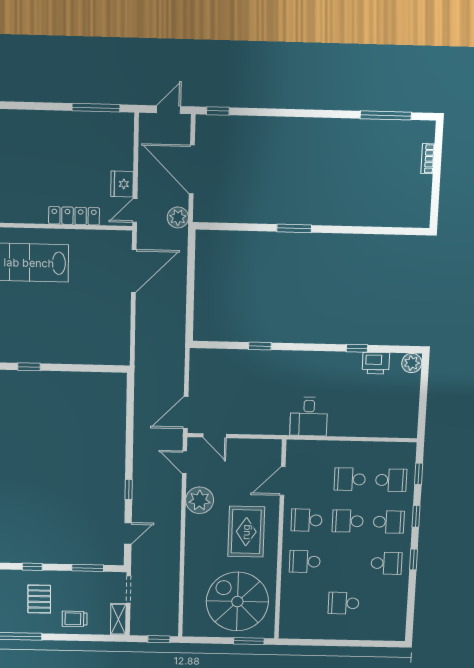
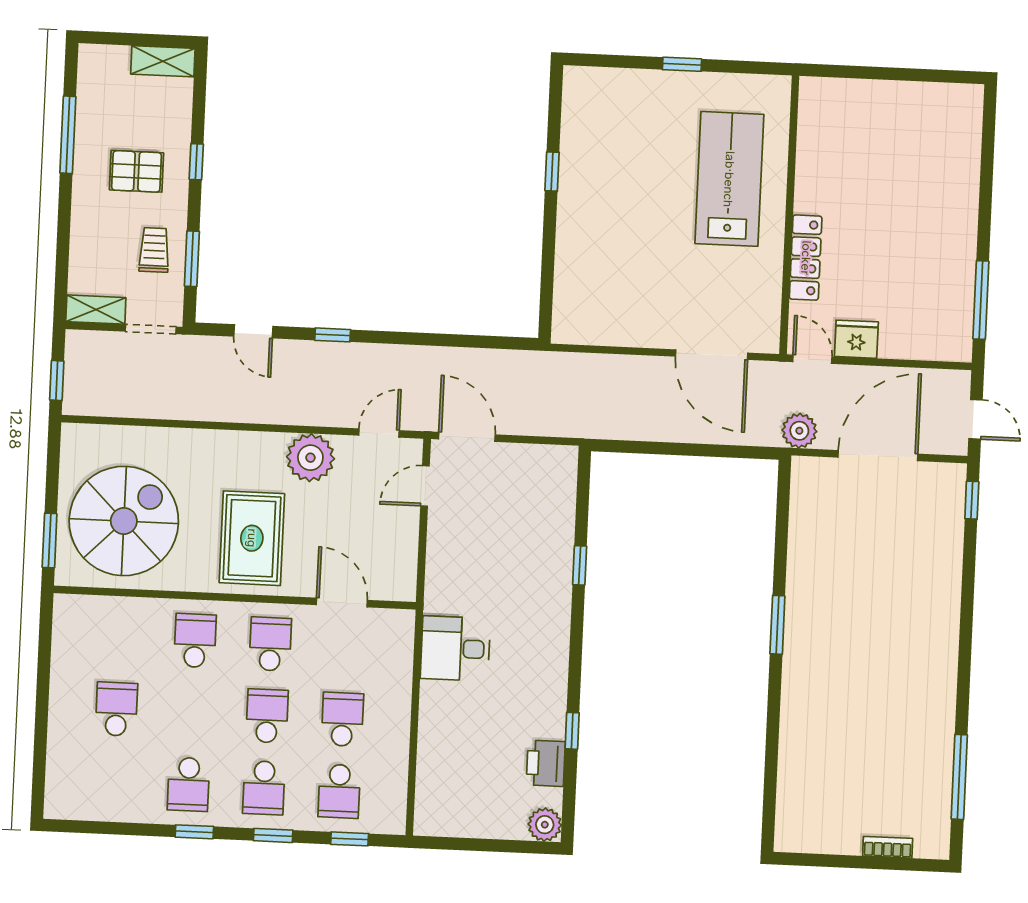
rug: (246, 532) -> (252, 538), turned 90
trolley: (75, 619) -> (154, 250), moved

